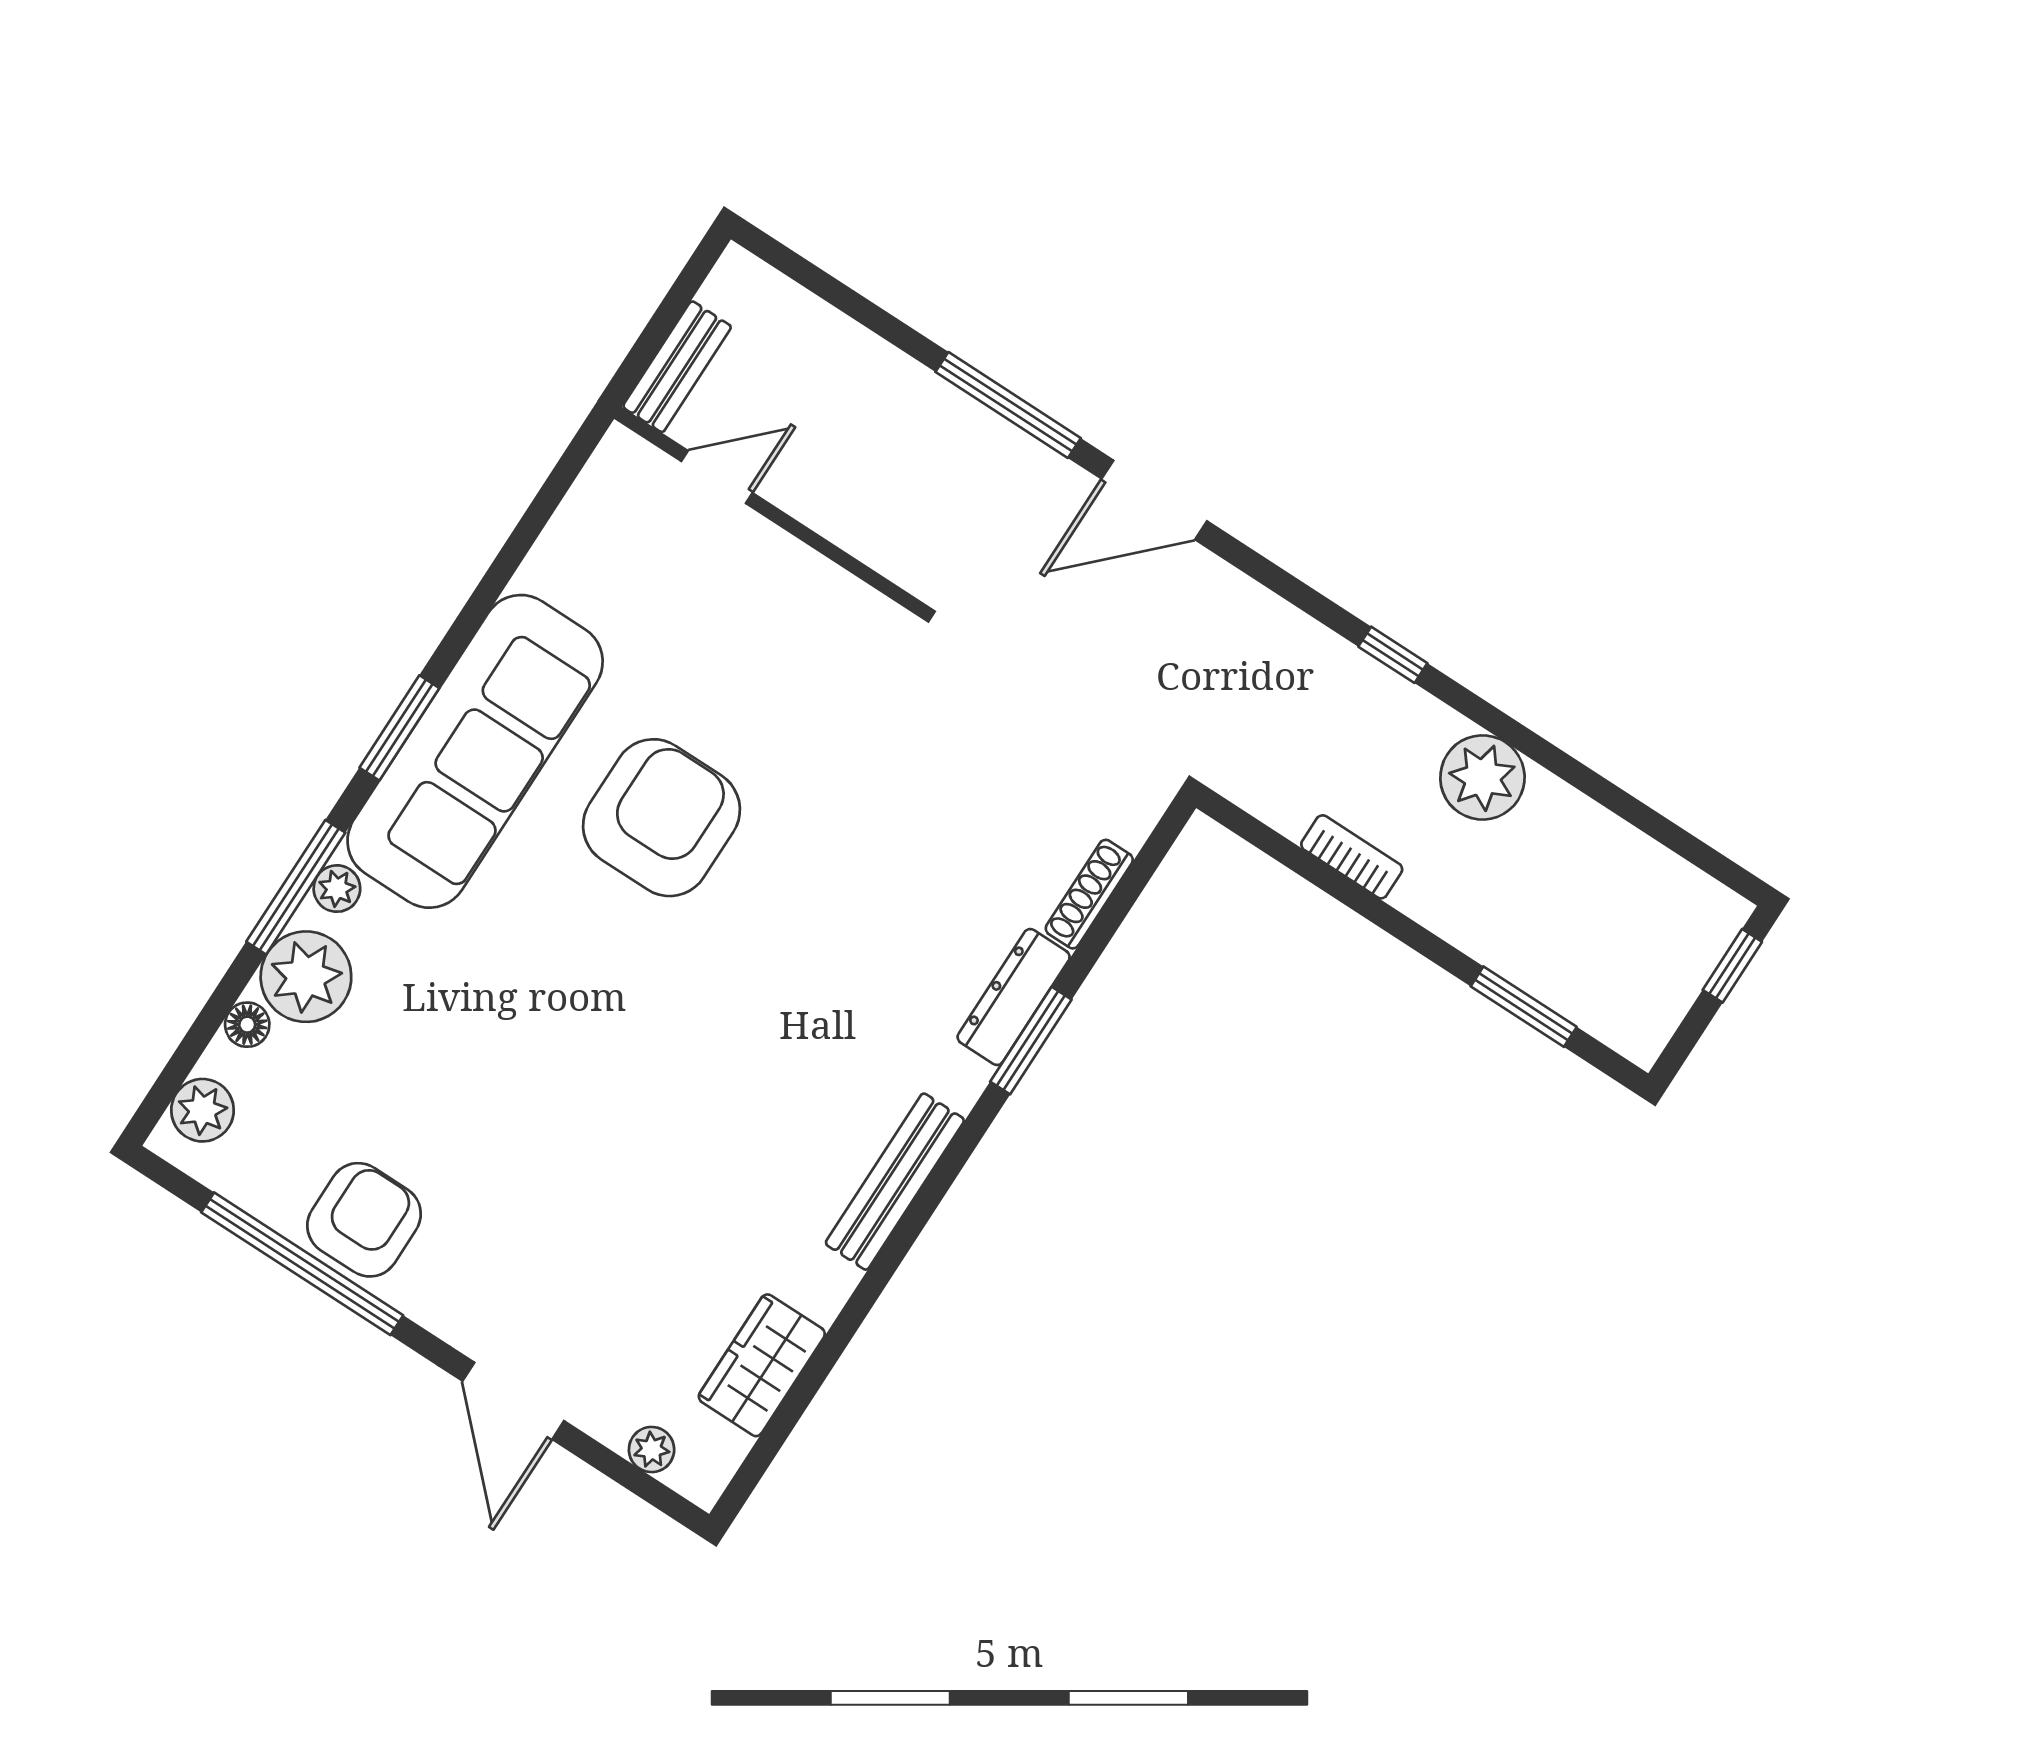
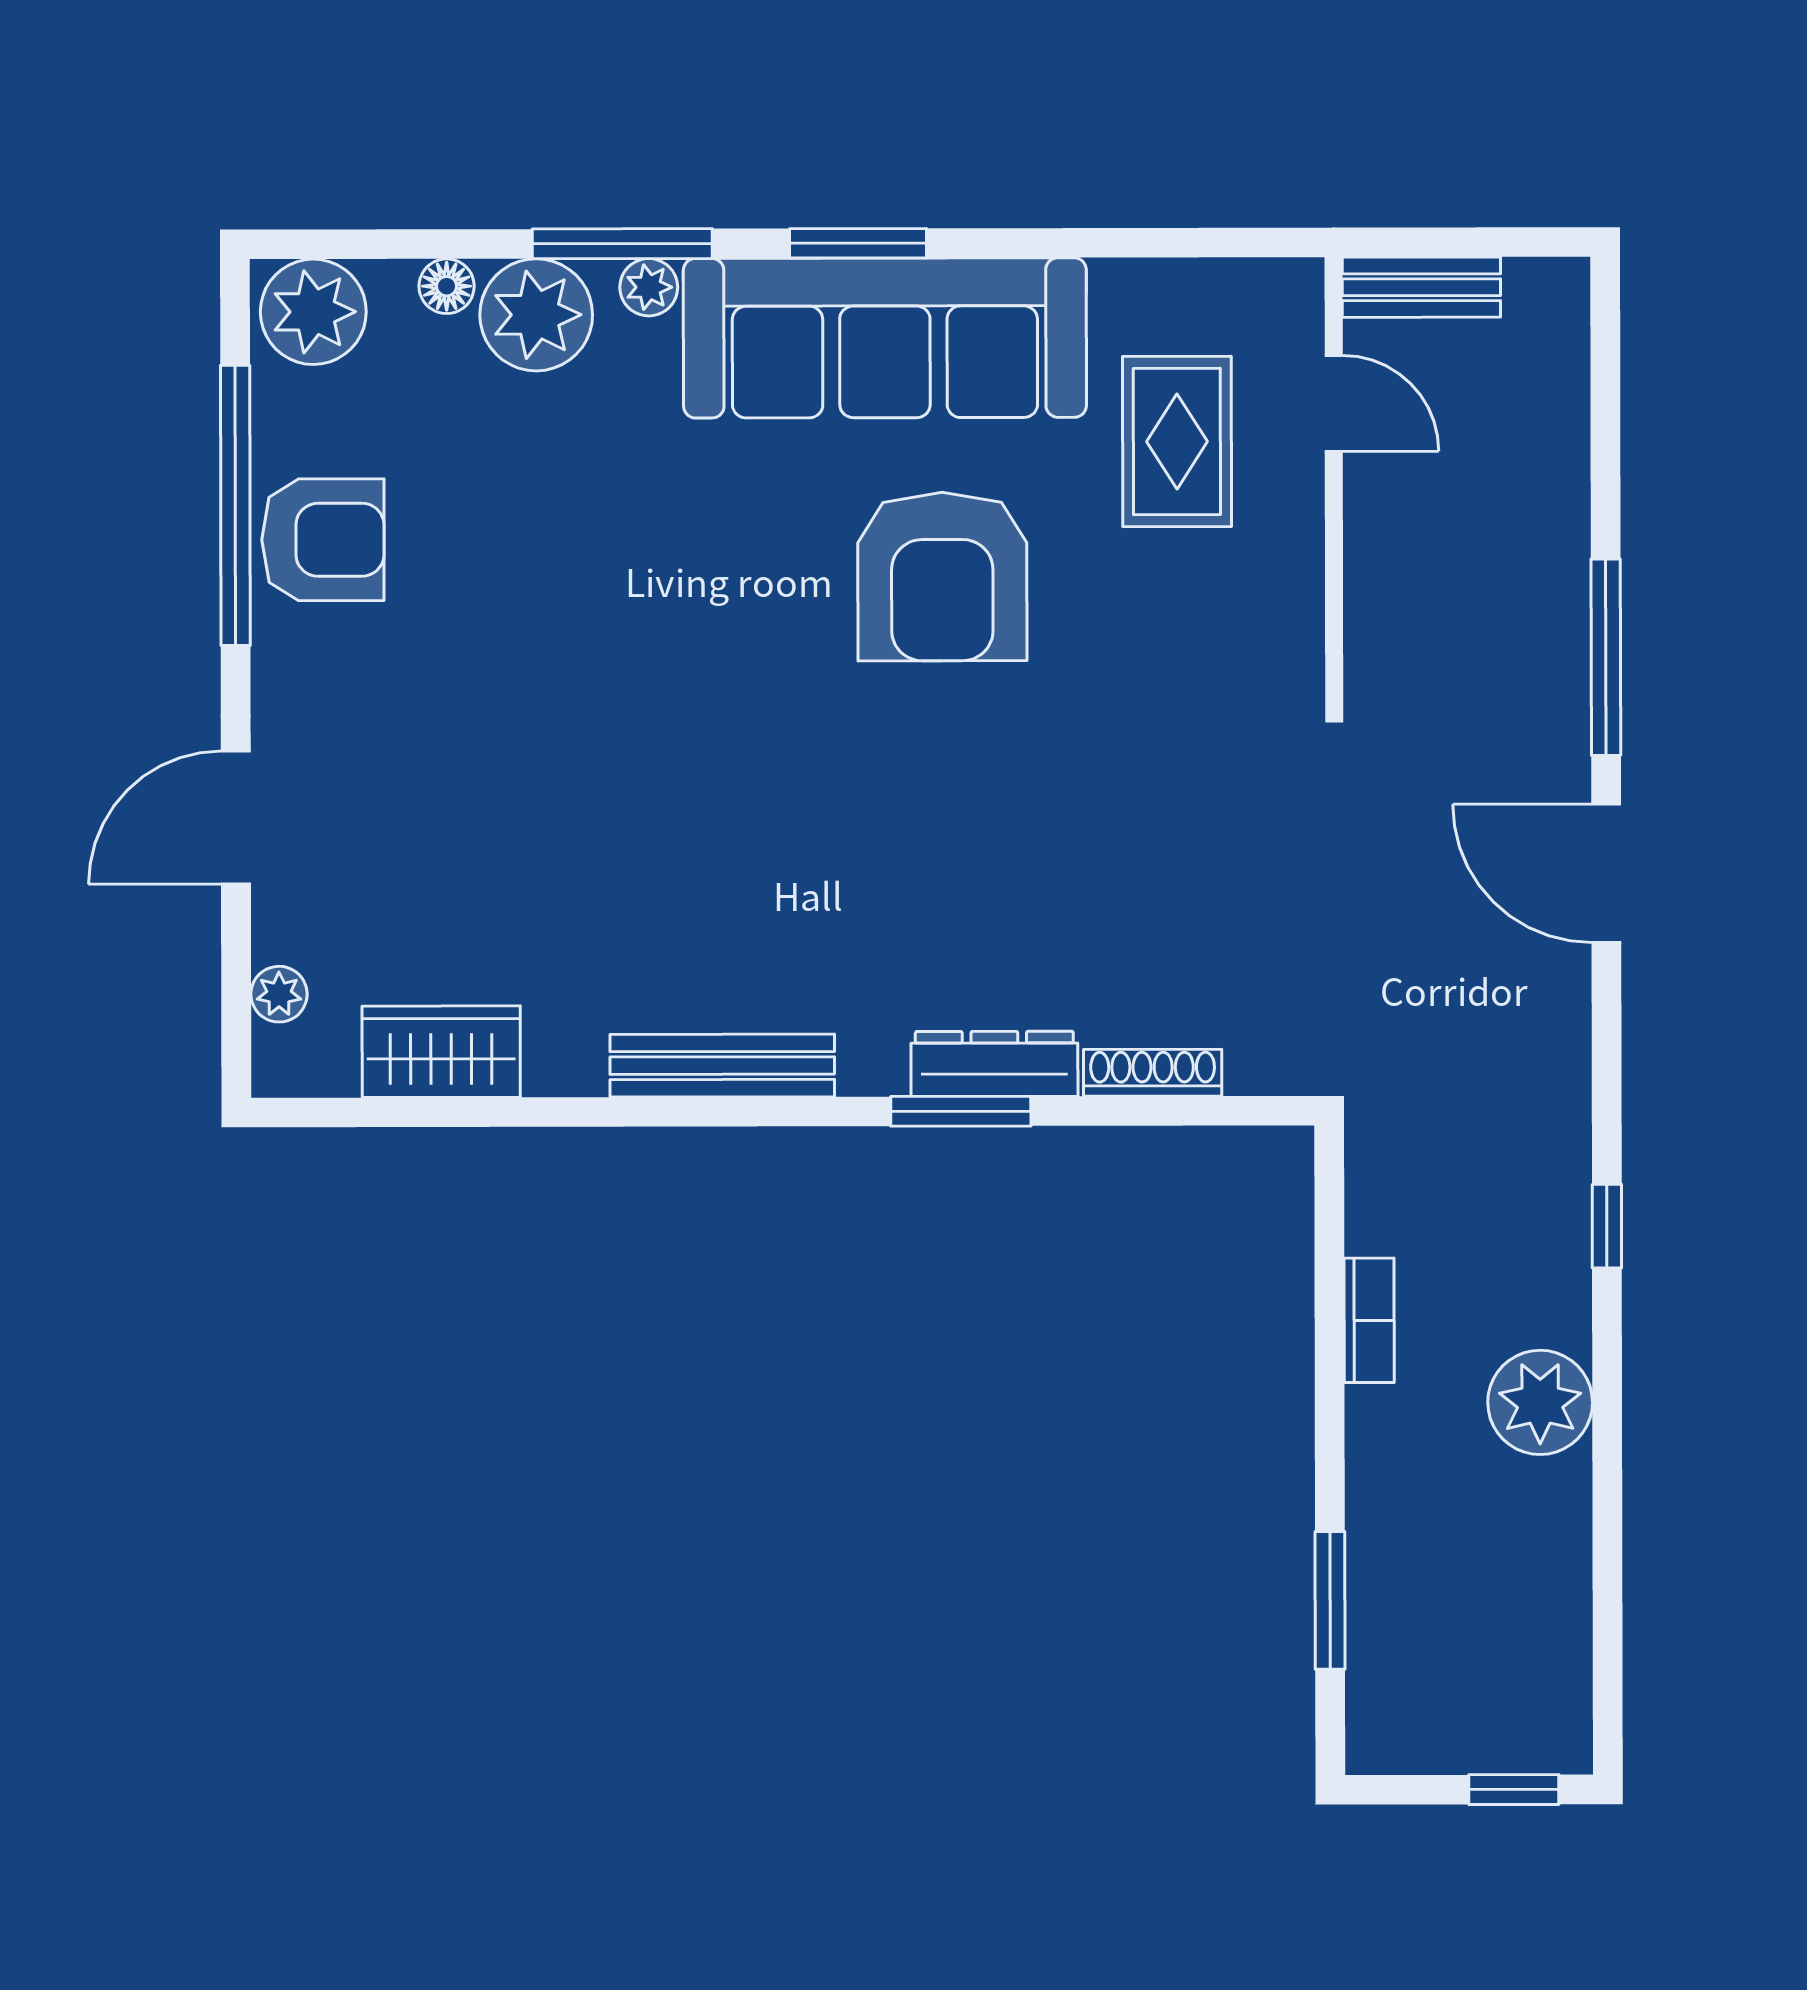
rug: (674, 600) -> (1177, 441), added
armchair: (662, 818) -> (942, 577), turned 90
plant: (202, 1110) -> (313, 312), width x1.36, depth x1.36

